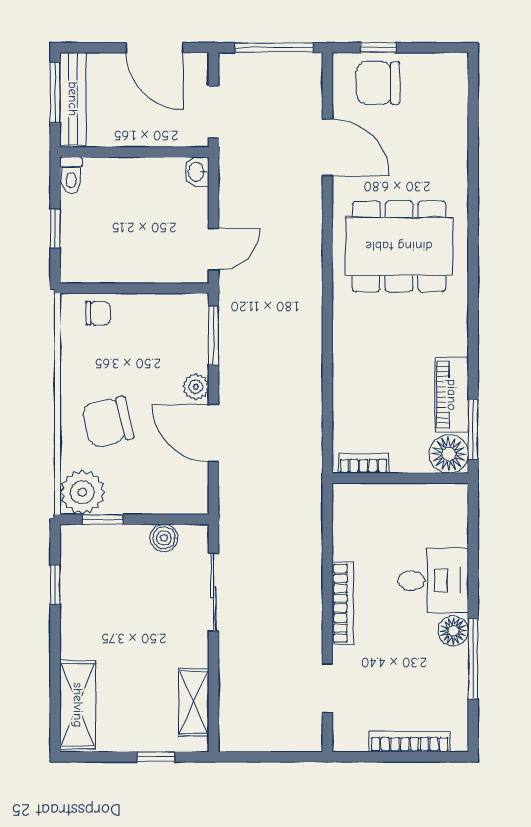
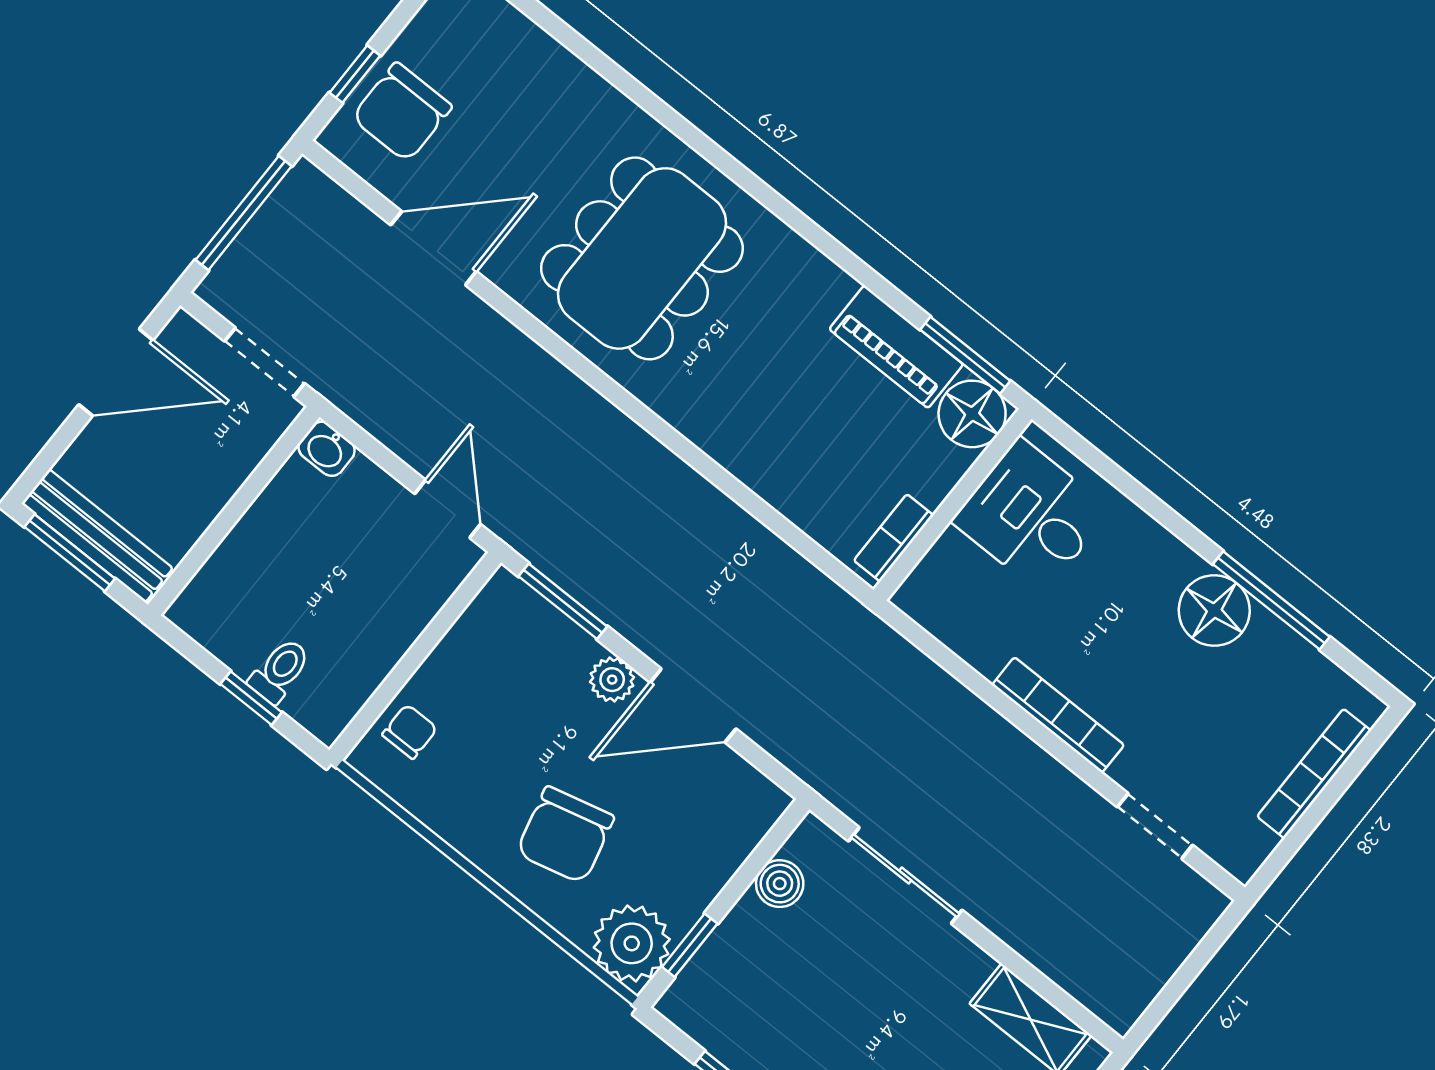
toilet: (71, 175) -> (280, 671), moved, turned -90
desk: (433, 581) -> (1031, 516), moved, turned -90
floor lamp: (453, 631) -> (1214, 610), width x1.38, depth x1.38

